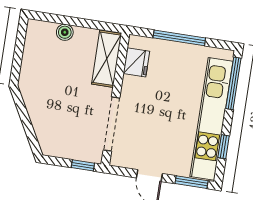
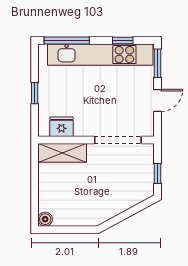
boiler: (65, 32) -> (45, 219), moved
window: (179, 38) -> (35, 93), width x0.46
window: (83, 165) -> (157, 174), moved

